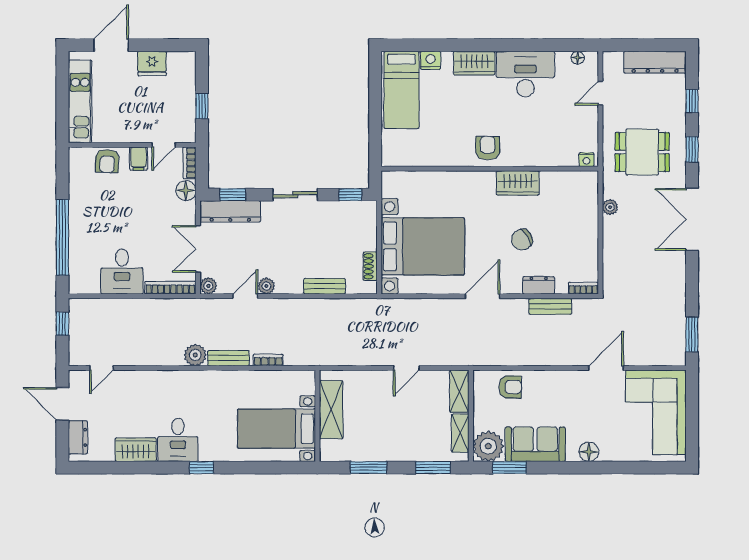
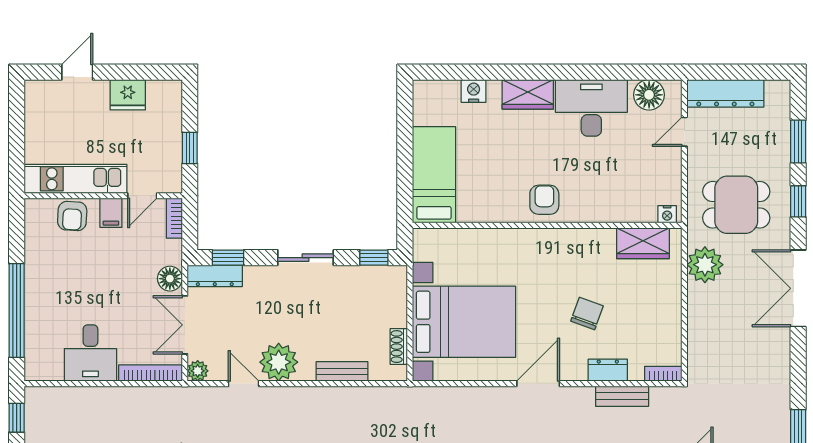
door: (111, 45) -> (77, 72), width x0.73
floor lamp: (578, 58) -> (649, 95), width x1.89, depth x1.89
dresser: (655, 62) -> (725, 93), moved
bed: (402, 90) -> (434, 175), moved, turned 180
kitchen unit: (80, 101) -> (75, 179), moved, turned -90
window: (692, 101) -> (798, 142), width x1.50
wardrobe: (518, 183) -> (643, 243), moved
floor lamp: (186, 191) -> (170, 279), moved
plant: (610, 207) -> (705, 265), width x1.88, depth x1.88
dresser: (230, 211) -> (215, 276), width x0.73, depth x0.80
chair: (522, 240) -> (587, 314), turned 141
plant: (266, 286) -> (279, 362), width x1.88, depth x1.88
door: (245, 296) -> (244, 384), hinge flipped

